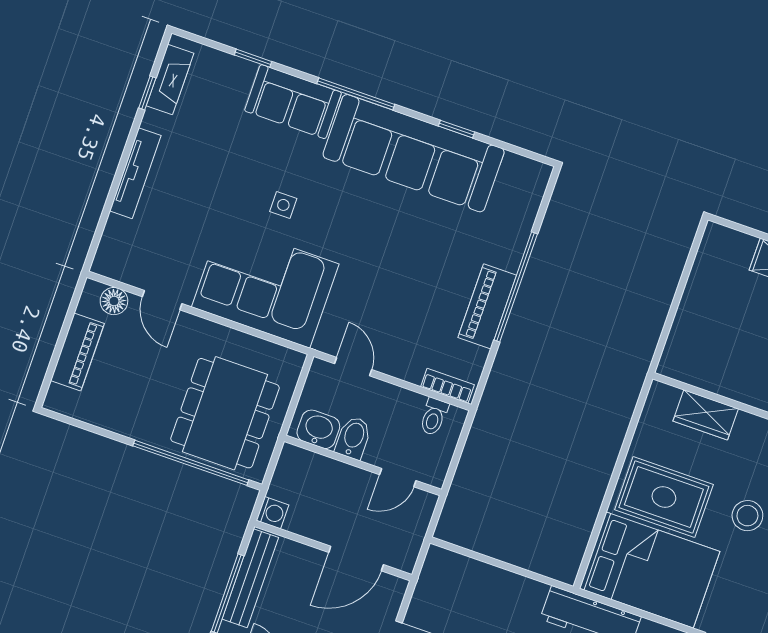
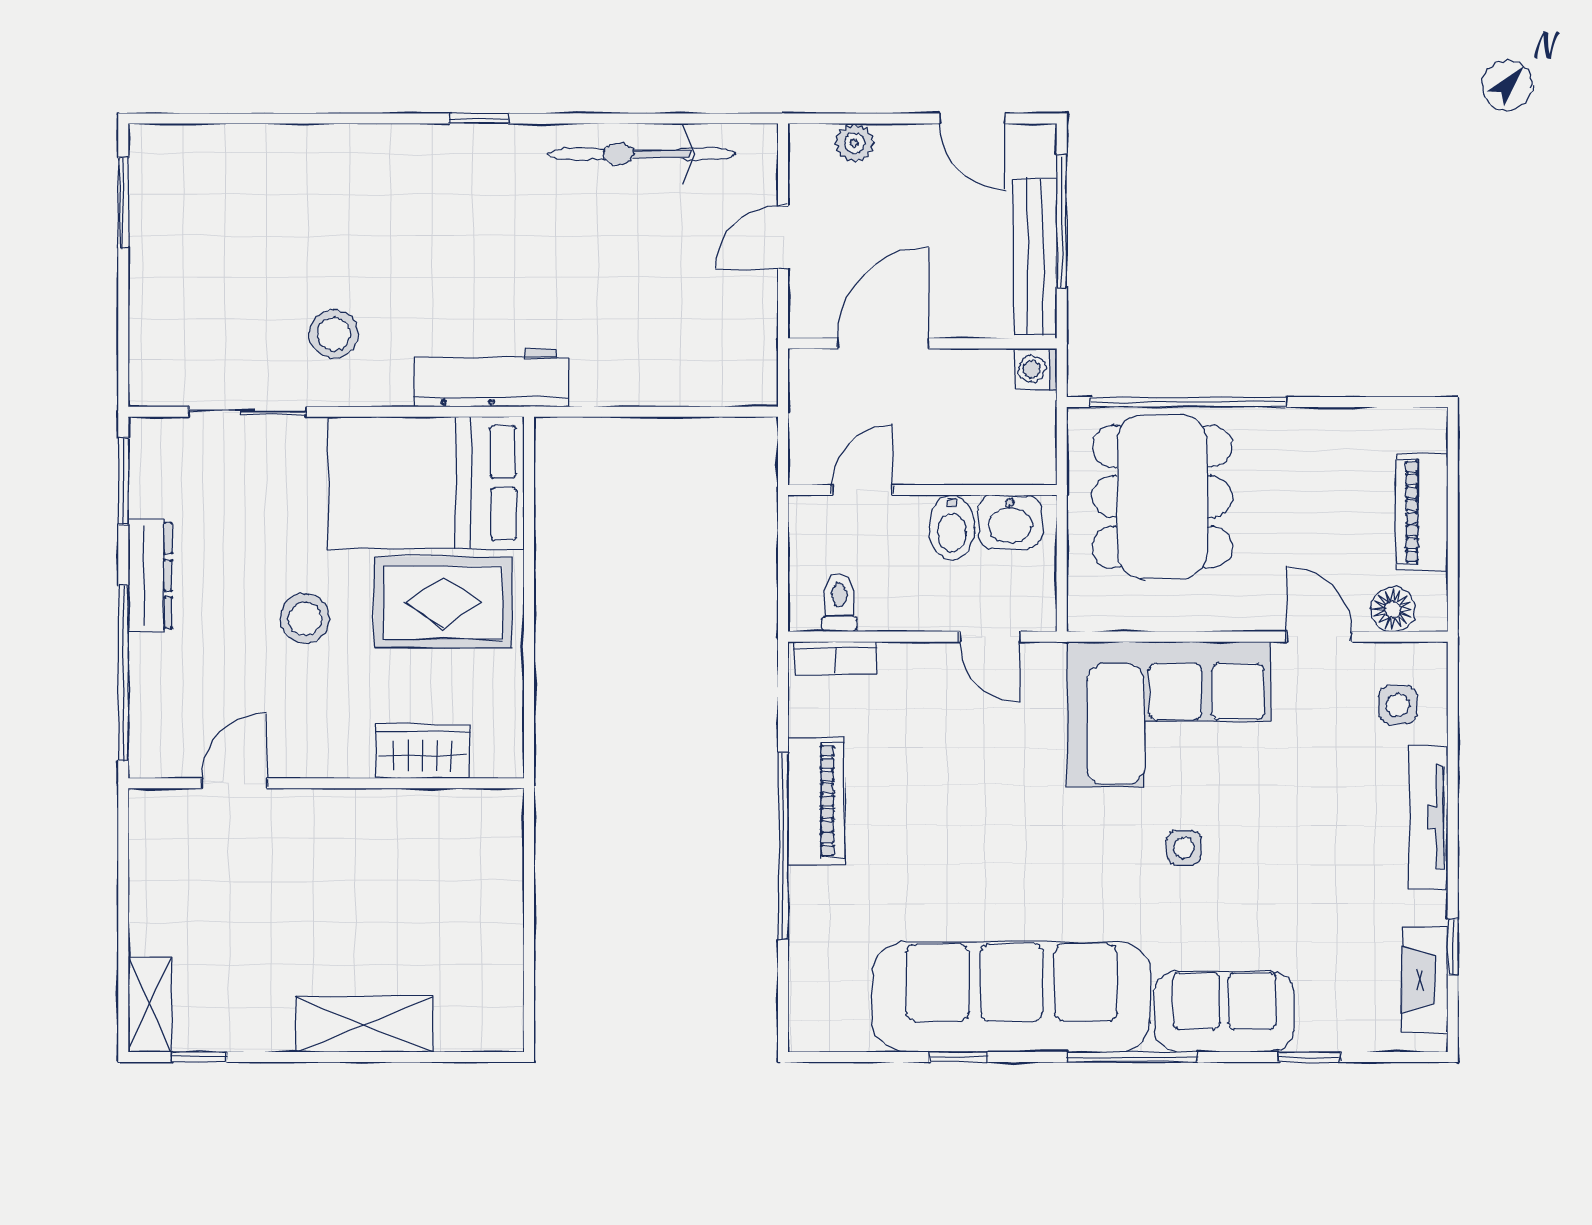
side table: (130, 245) -> (1398, 705), added

